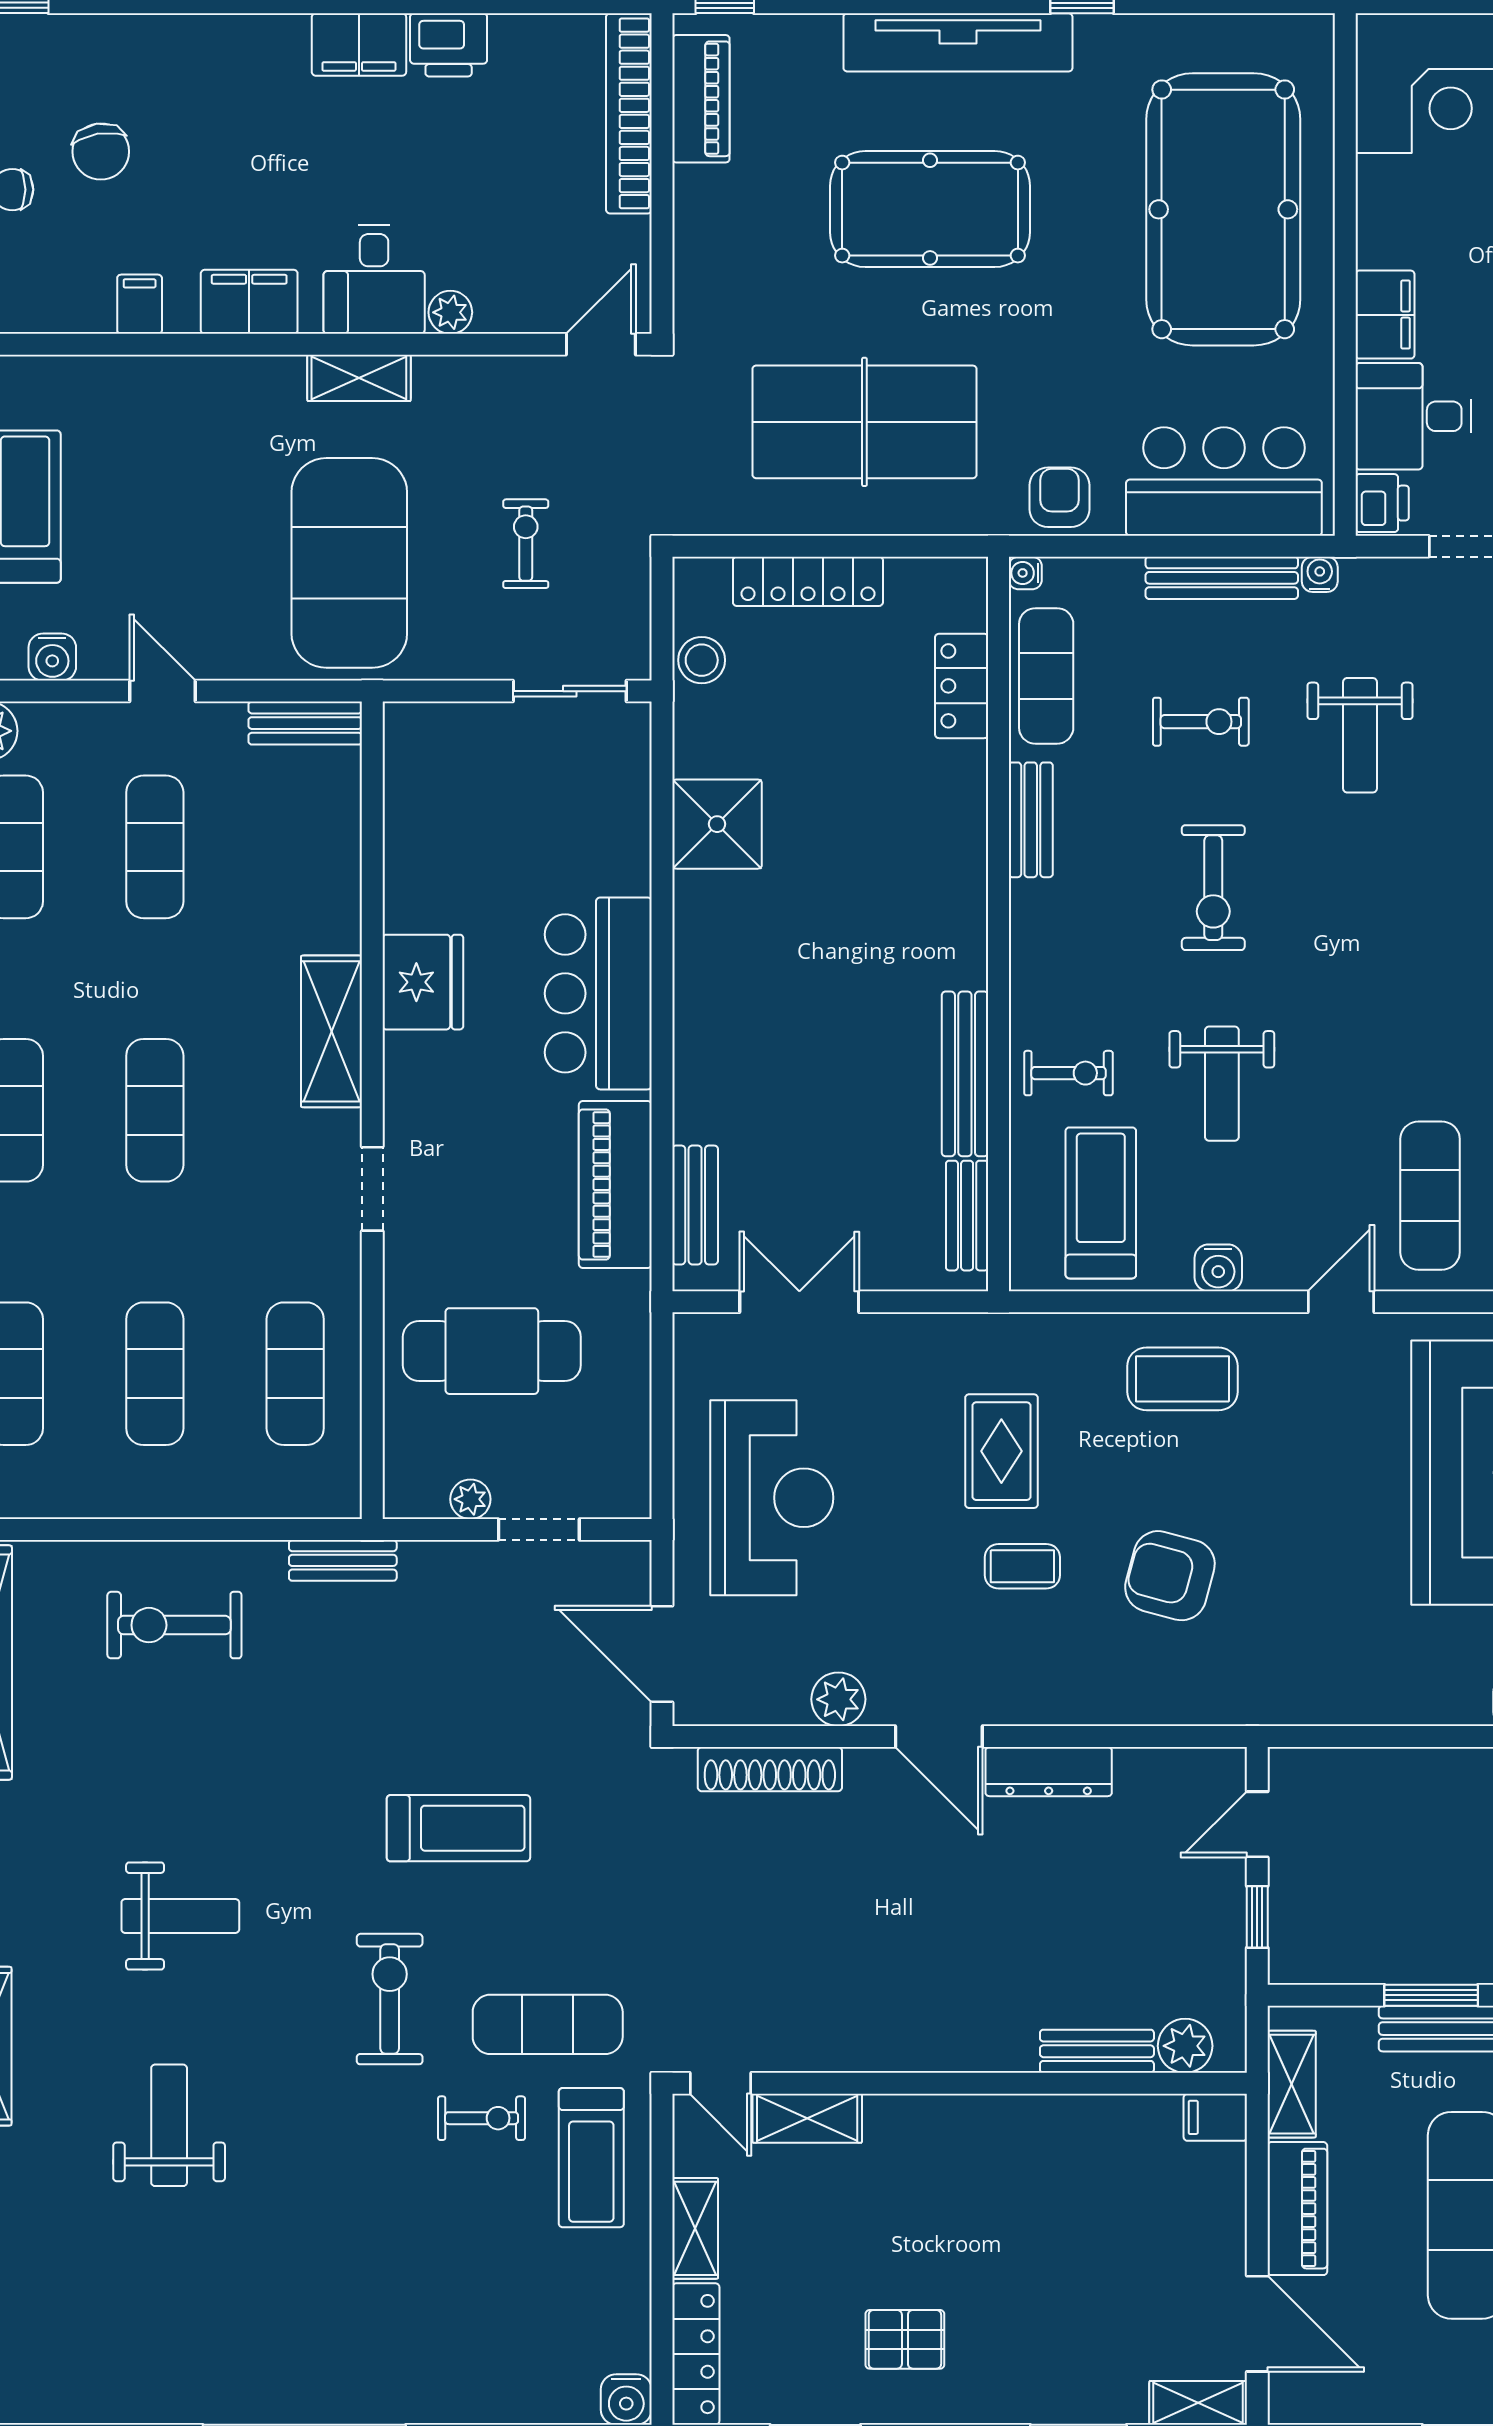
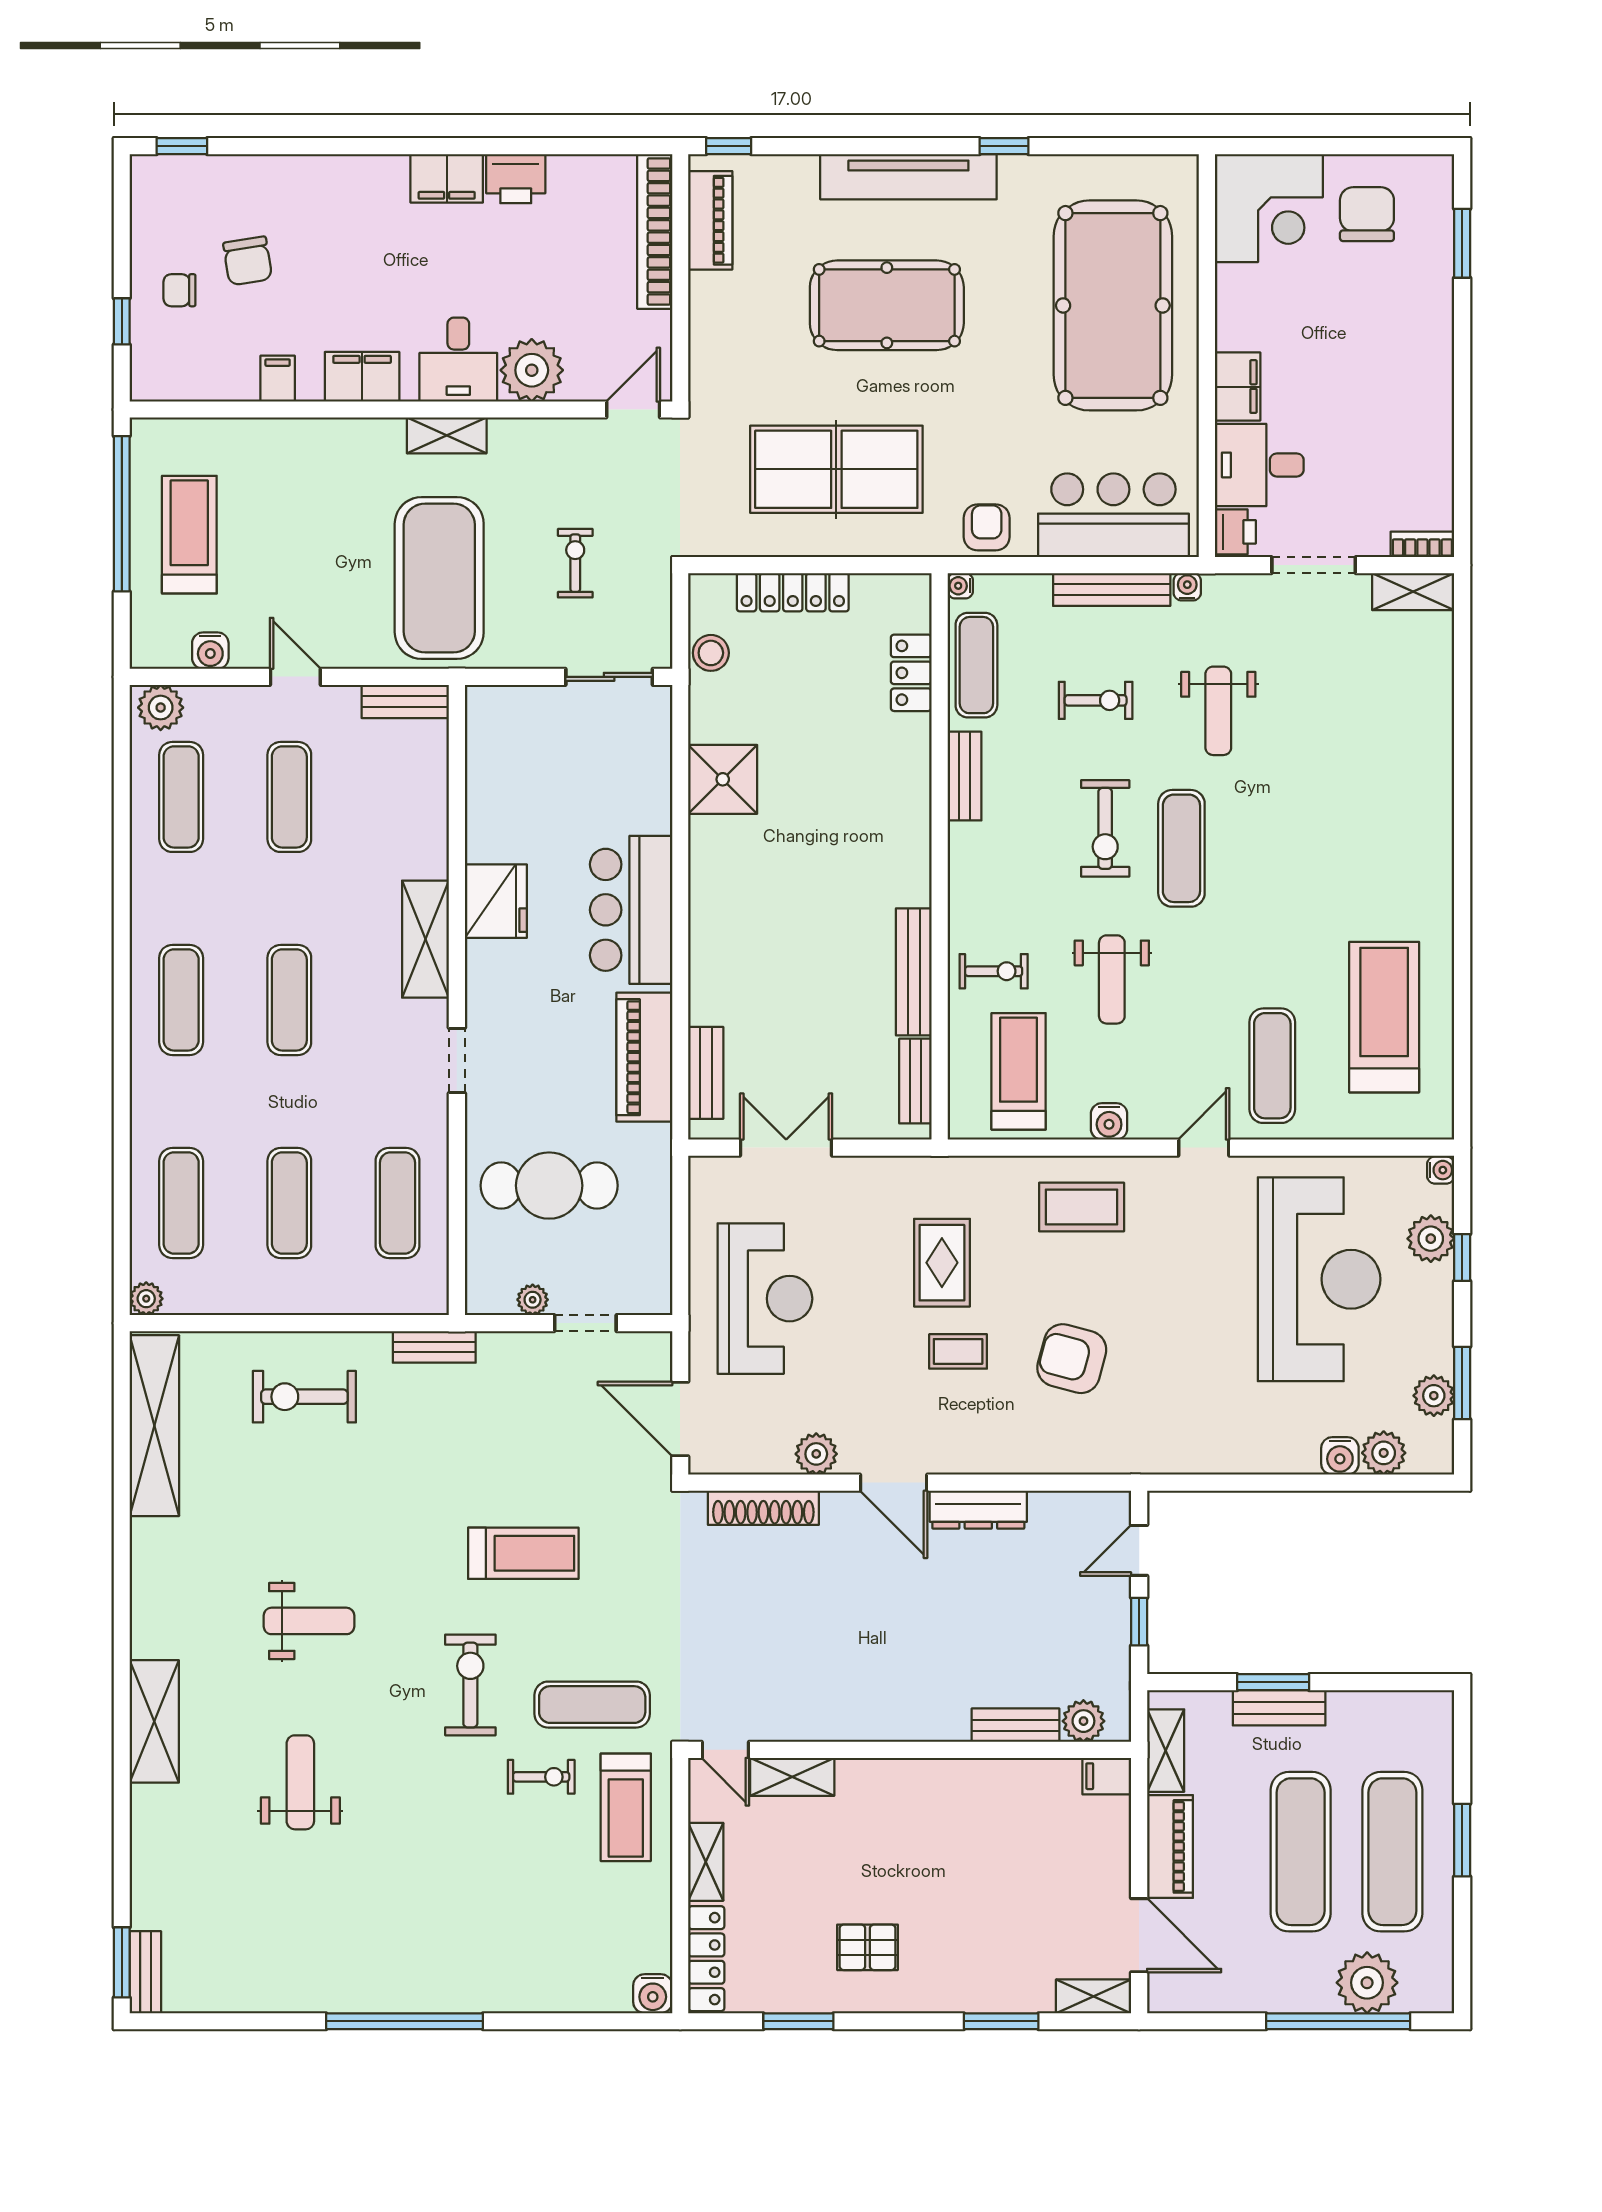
plant: (450, 312) -> (532, 370), width x1.87, depth x1.87
exercise mat: (1312, 914) -> (1181, 848), added

